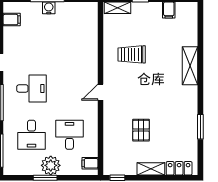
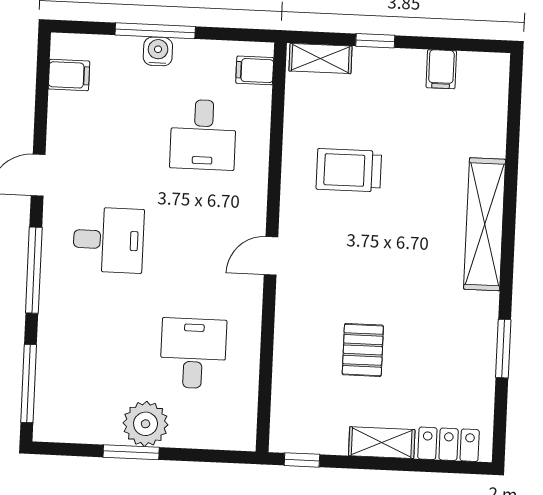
shelving: (190, 66) -> (485, 224), width x1.47
desk: (31, 135) -> (203, 135), moved
filing cabinet: (90, 163) -> (255, 70), moved

